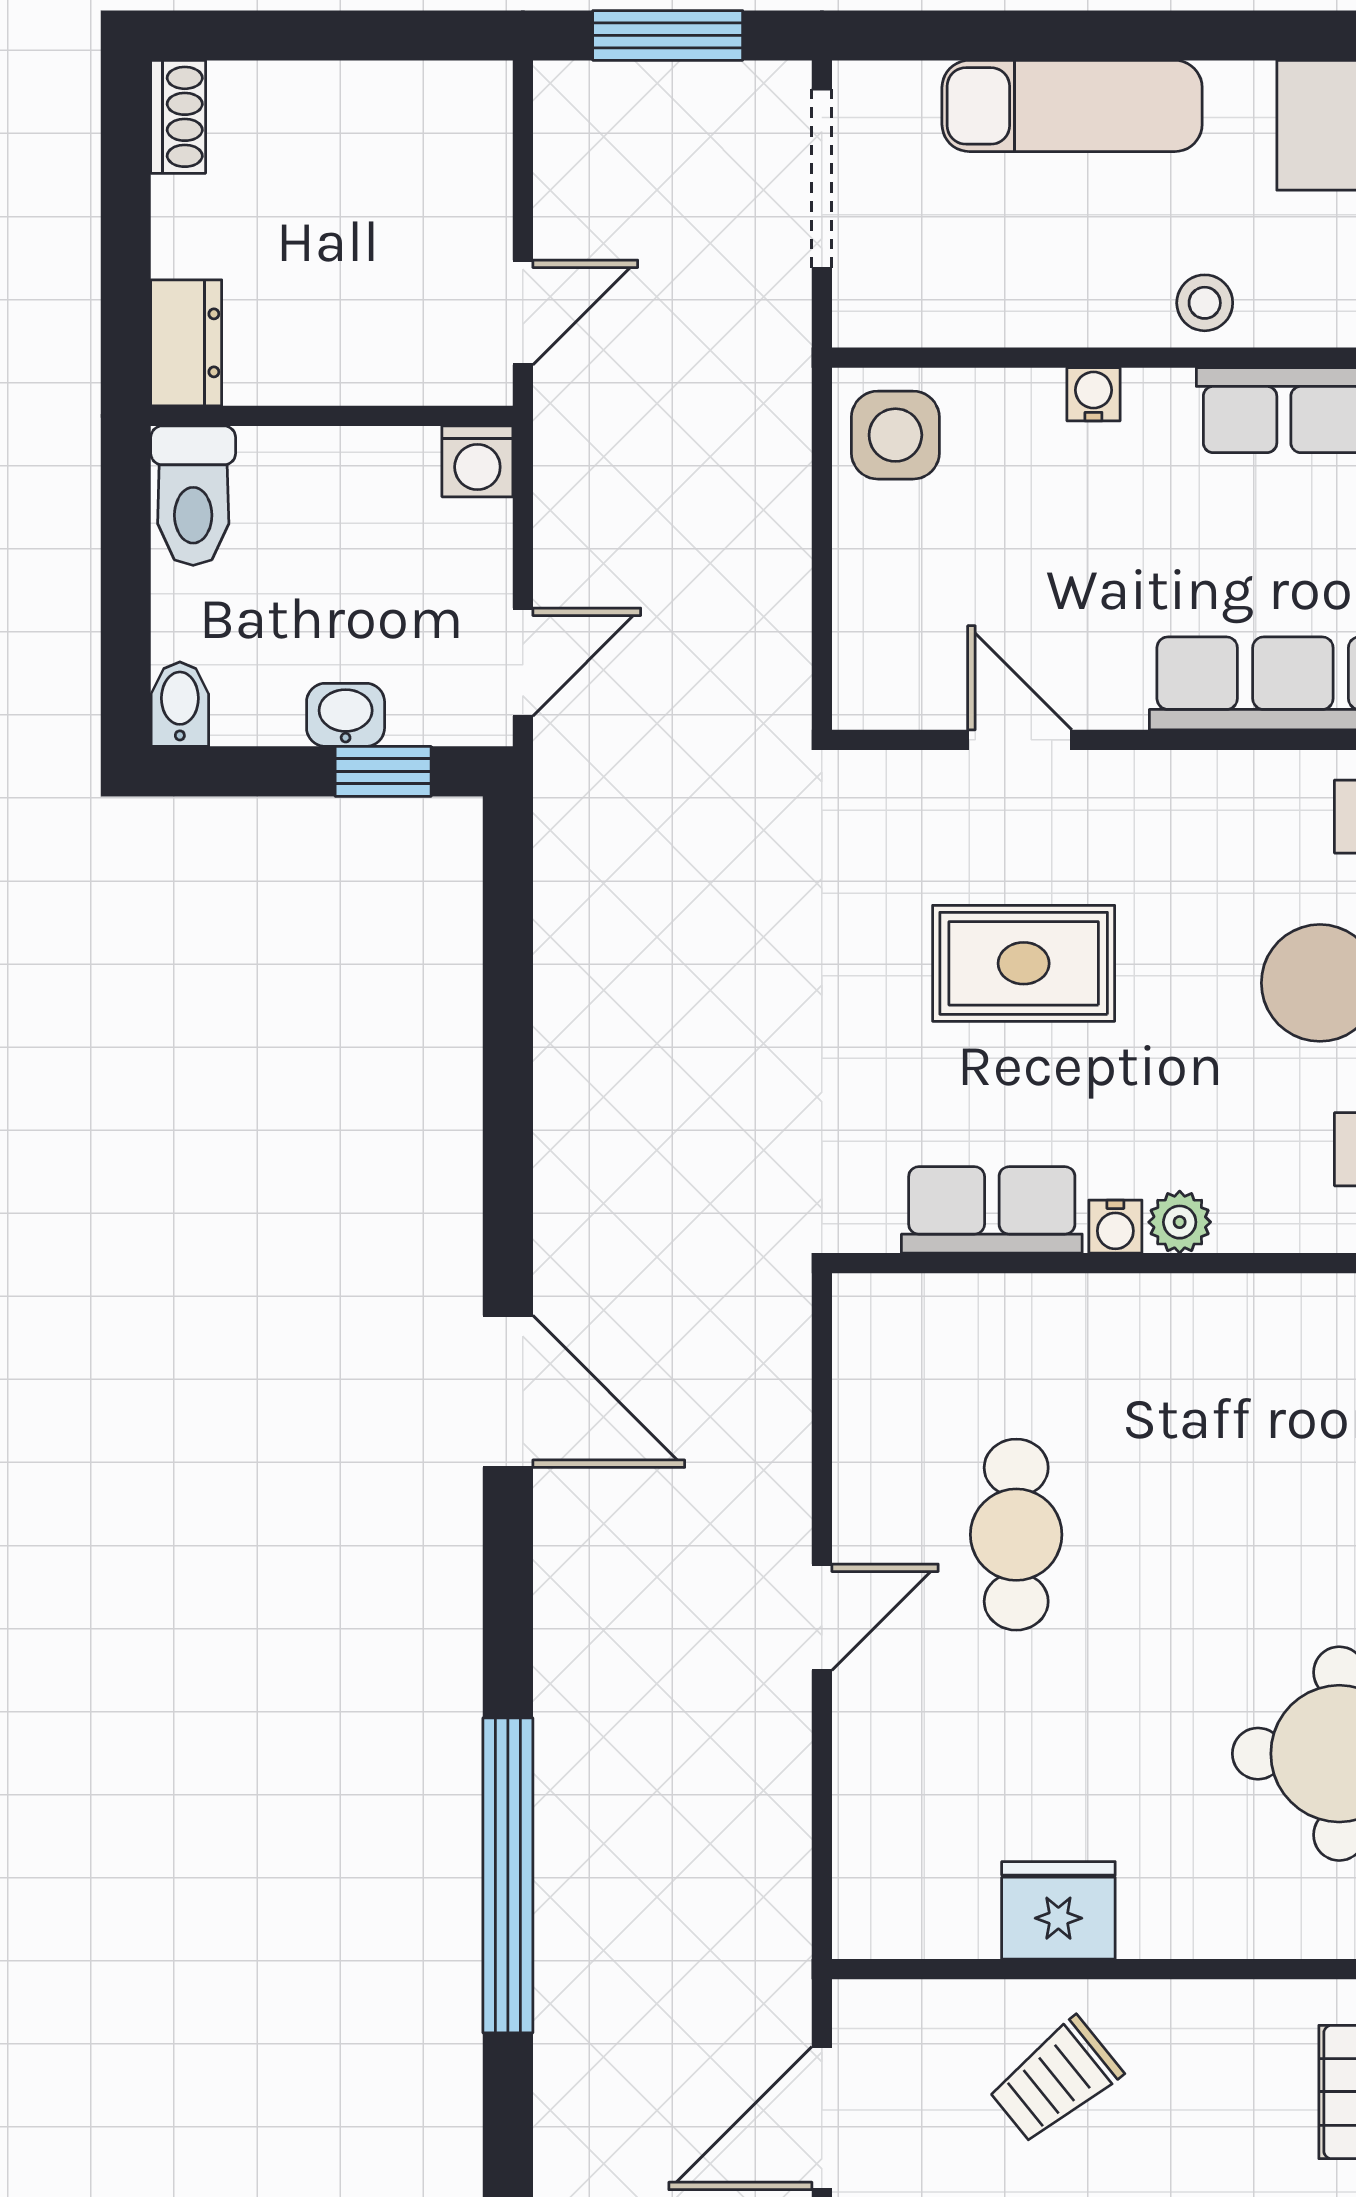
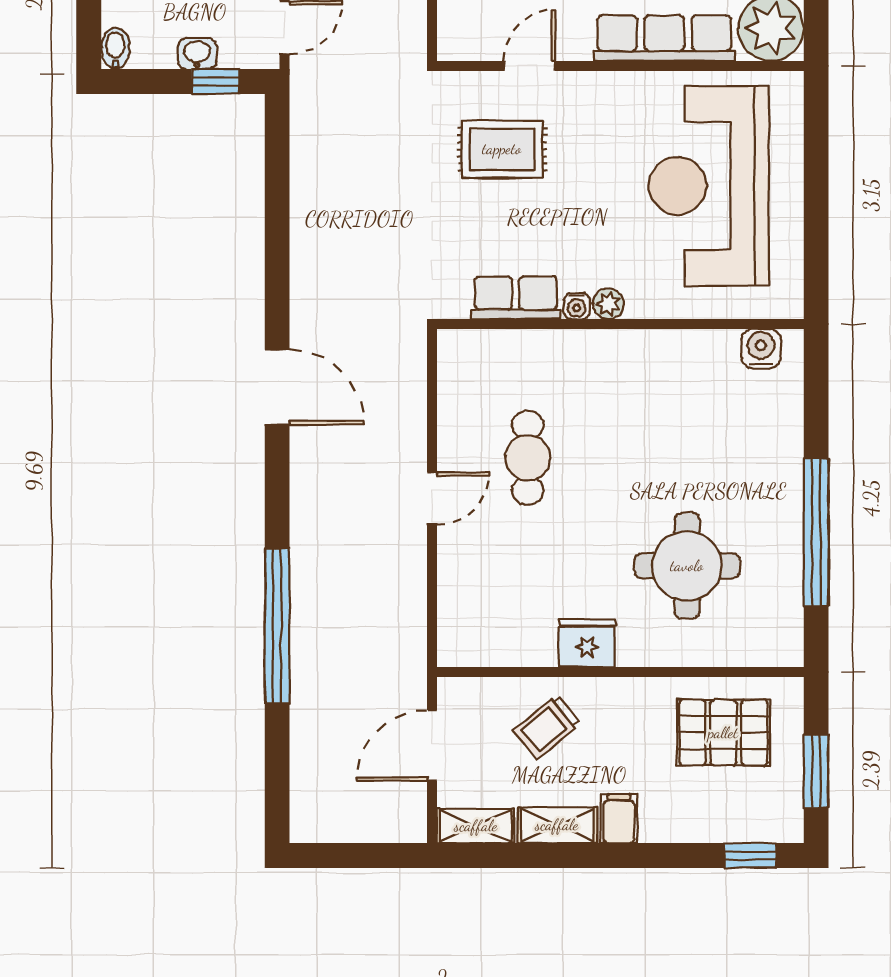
door: (1020, 740) -> (530, 66), hinge flipped
rug: (1024, 963) -> (502, 149), moved
fridge: (1058, 1910) -> (587, 643), moved

